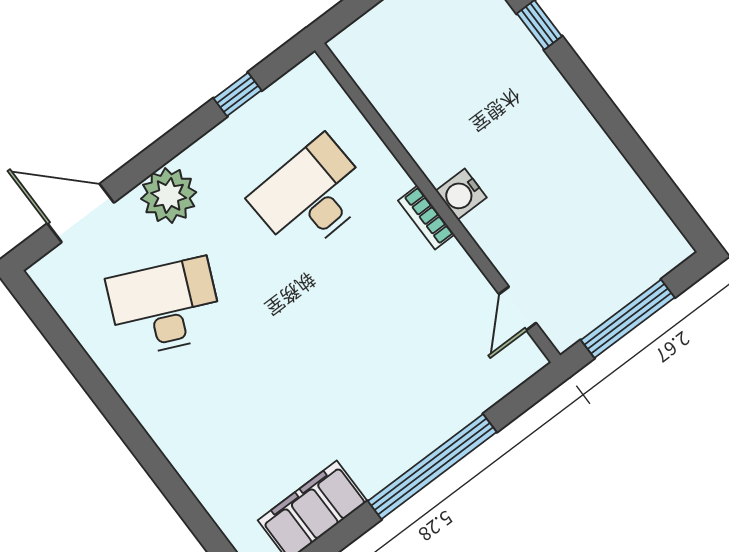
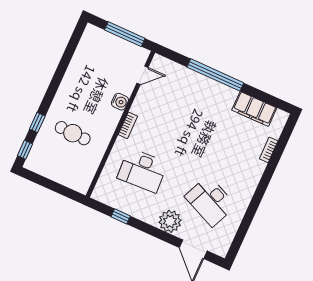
cafe table: (475, 89) -> (73, 133), added
water cooler: (461, 194) -> (120, 102), moved
bookcase: (207, 493) -> (269, 150), added

